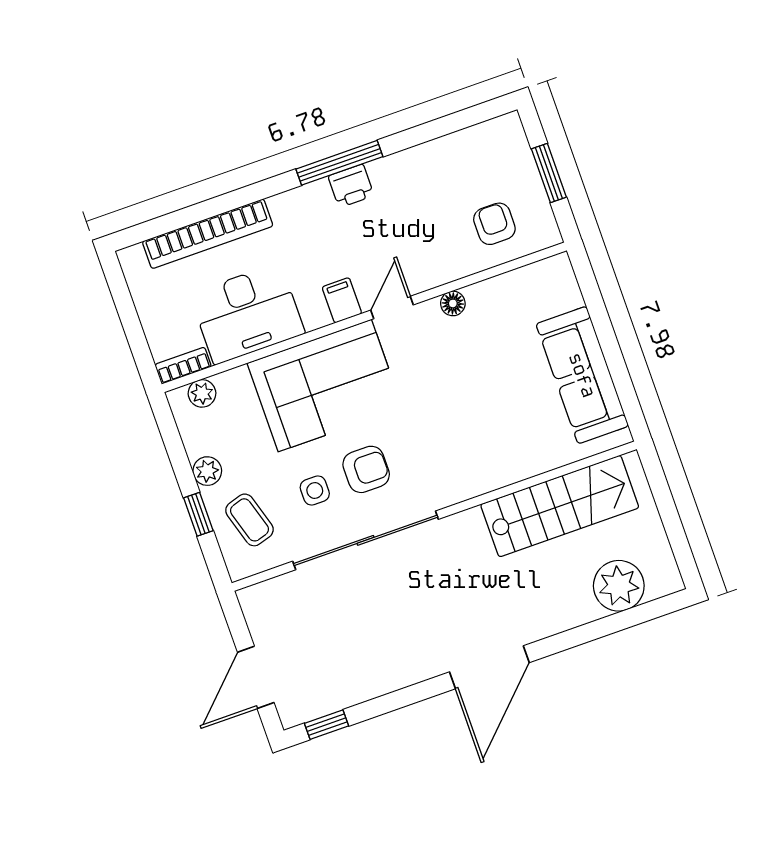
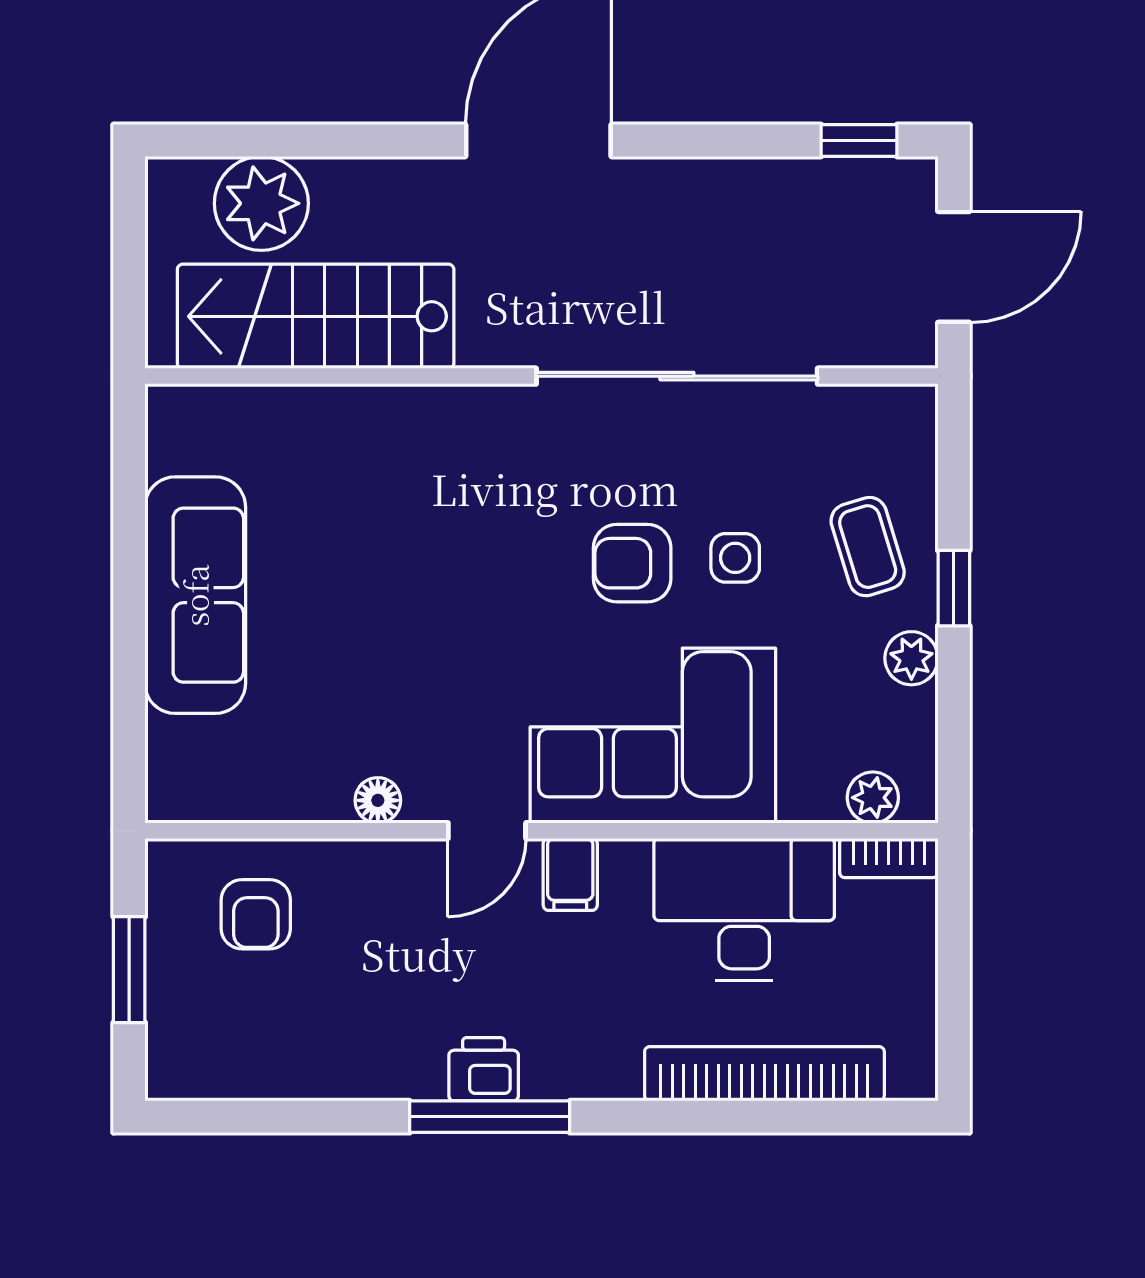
stairs: (560, 506) -> (316, 316), moved
wall: (434, 516) -> (541, 376), moved
sliding door: (366, 540) -> (677, 376), moved

